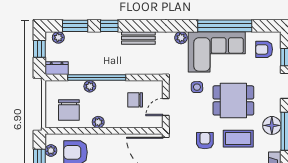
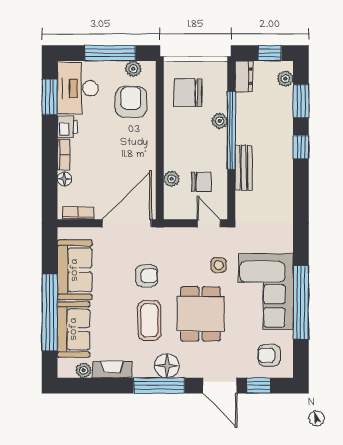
bench: (138, 38) -> (244, 168), moved
plant: (181, 38) -> (285, 244), removed
armchair: (264, 49) -> (269, 355), turned -90
chair: (135, 100) -> (201, 182), turned 90
door: (166, 107) -> (209, 223), moved
plant: (98, 122) -> (172, 179), moved

